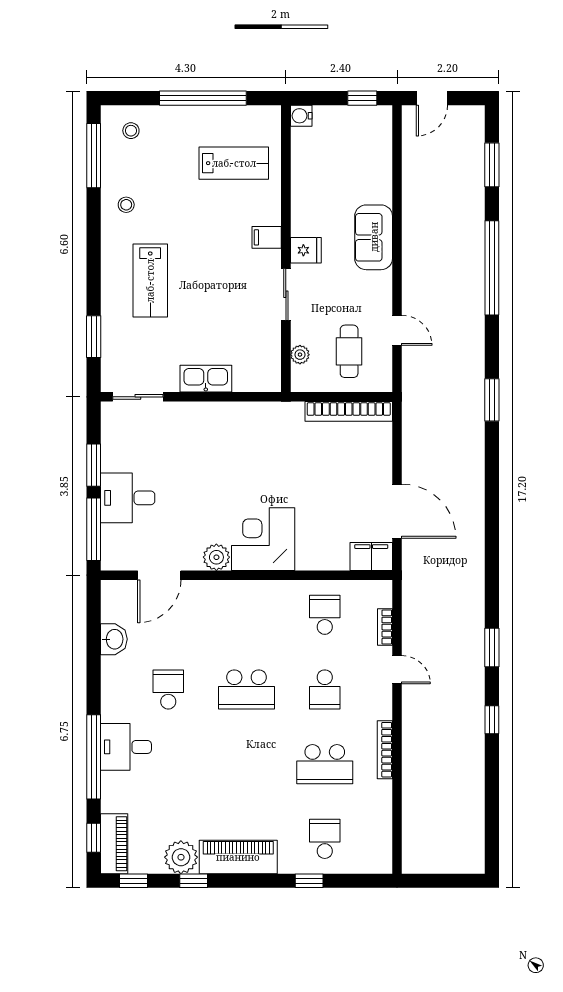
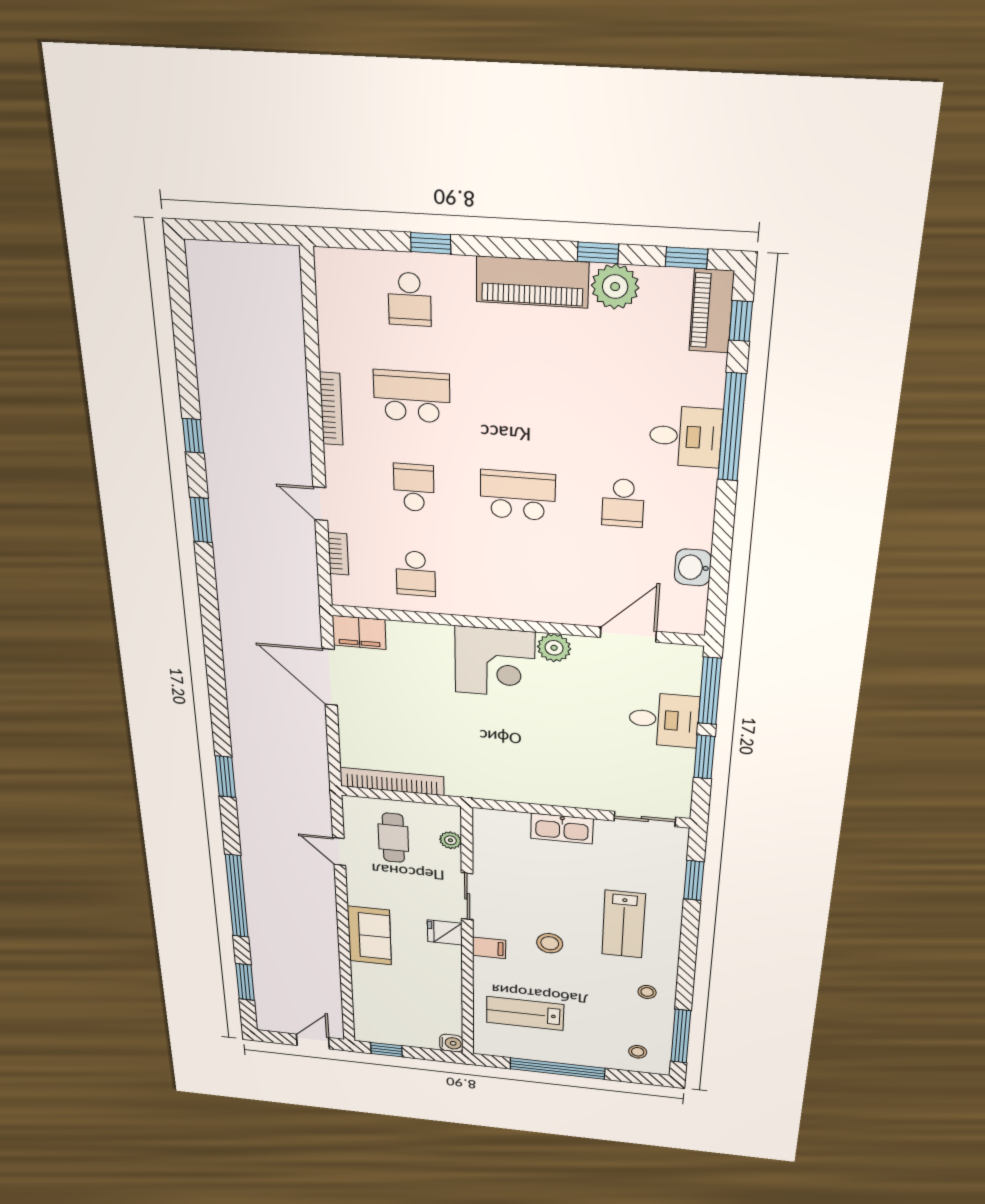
stool: (213, 250) -> (550, 943), added
lab bench: (150, 281) -> (623, 924), turned 180

